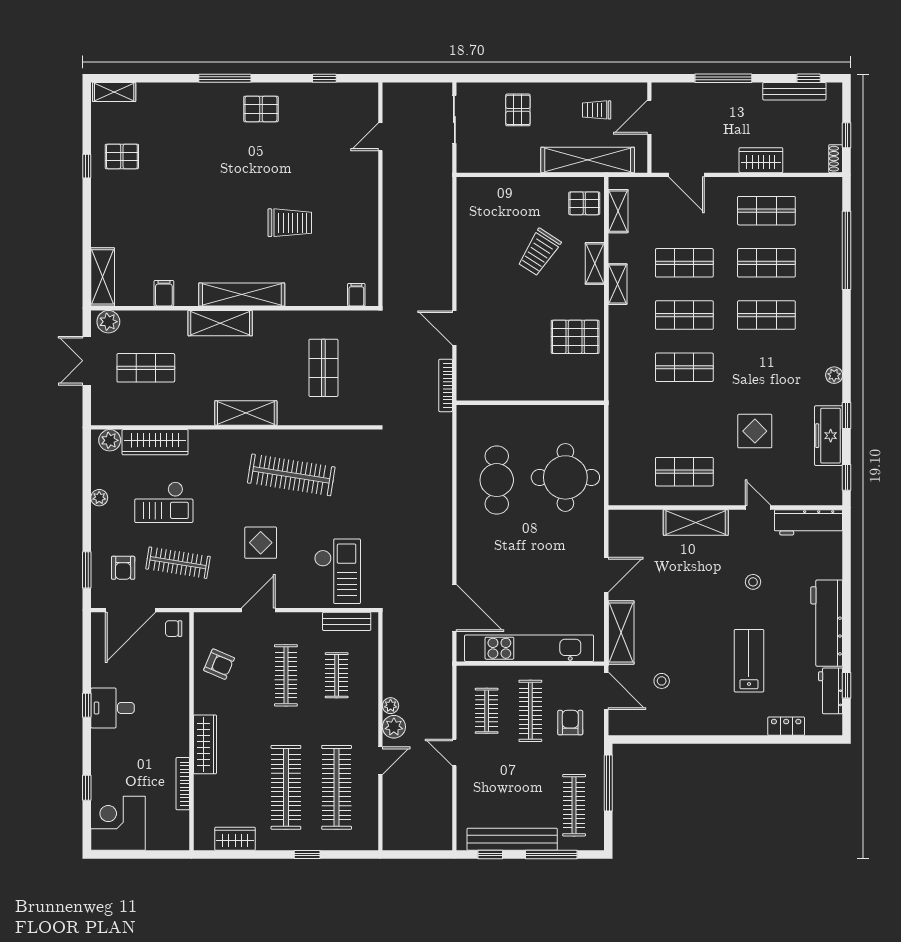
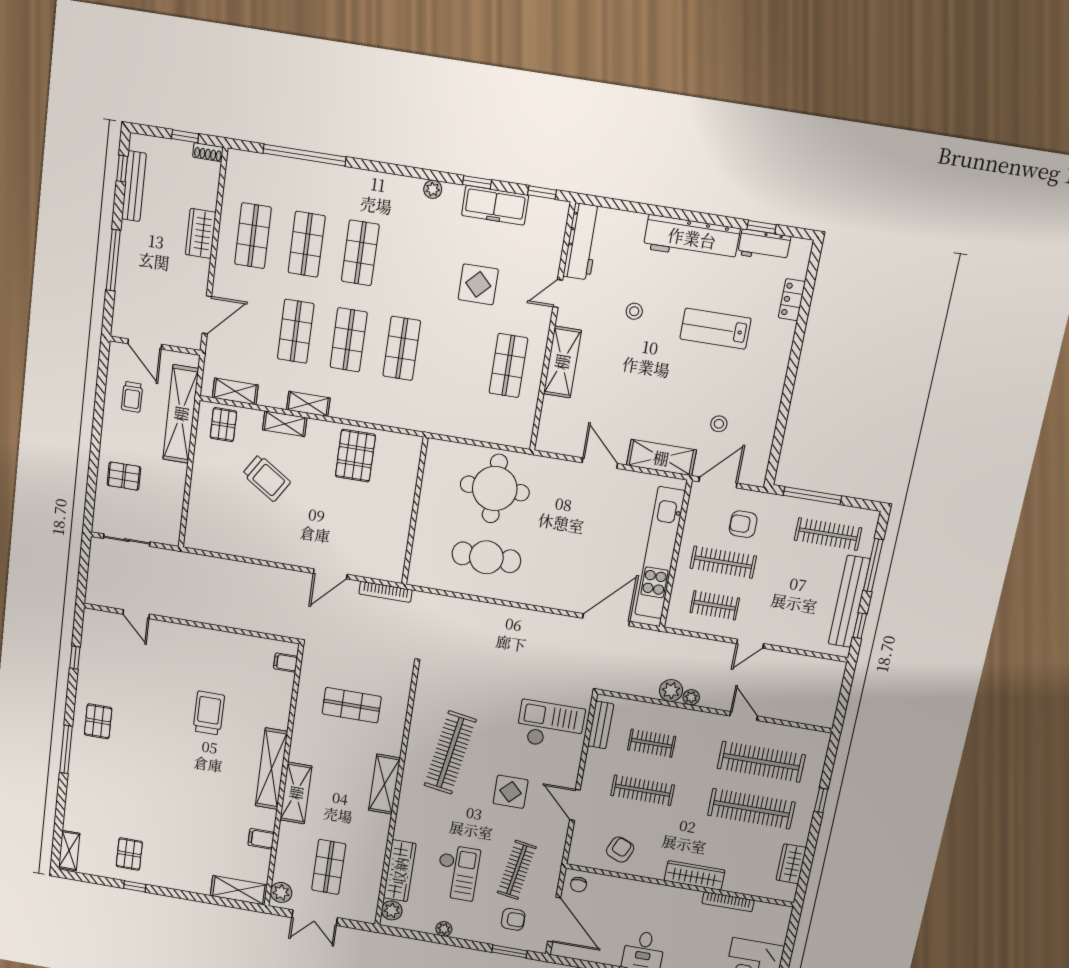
plant: (394, 727) -> (671, 691), moved

